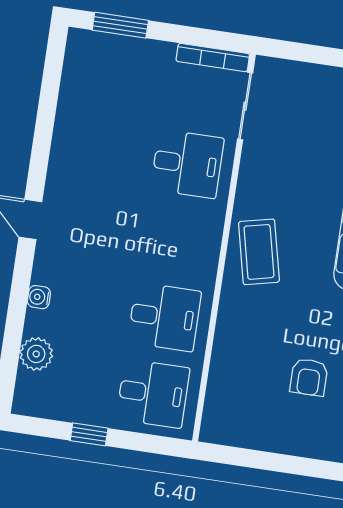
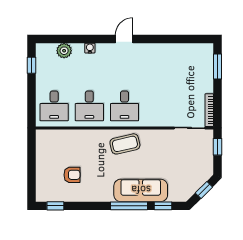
window: (295, 51) -> (218, 147), added
desk: (187, 164) -> (125, 106), moved
armchair: (309, 377) -> (72, 175), turned 180
window: (89, 434) -> (32, 65), moved

